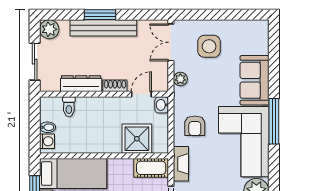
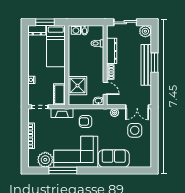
double door: (171, 42) -> (137, 107), swing flipped
window: (274, 121) -> (63, 171), moved

